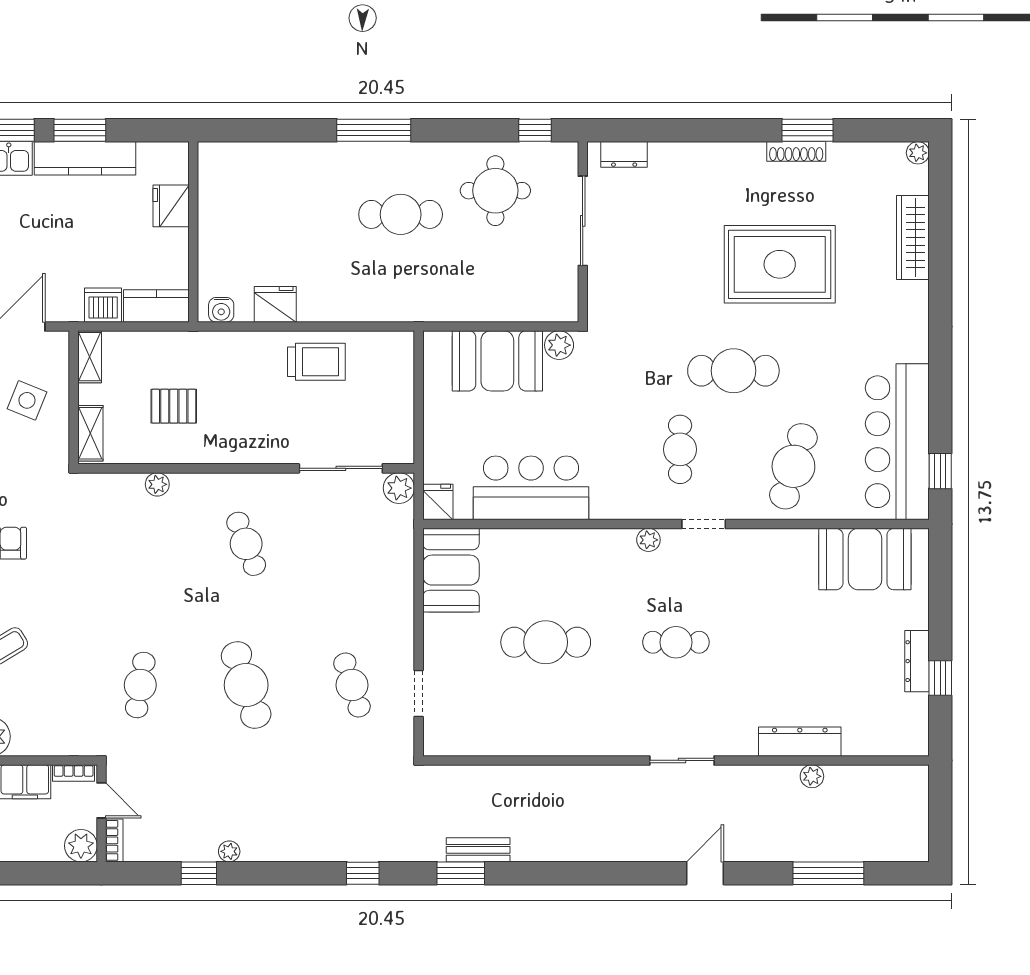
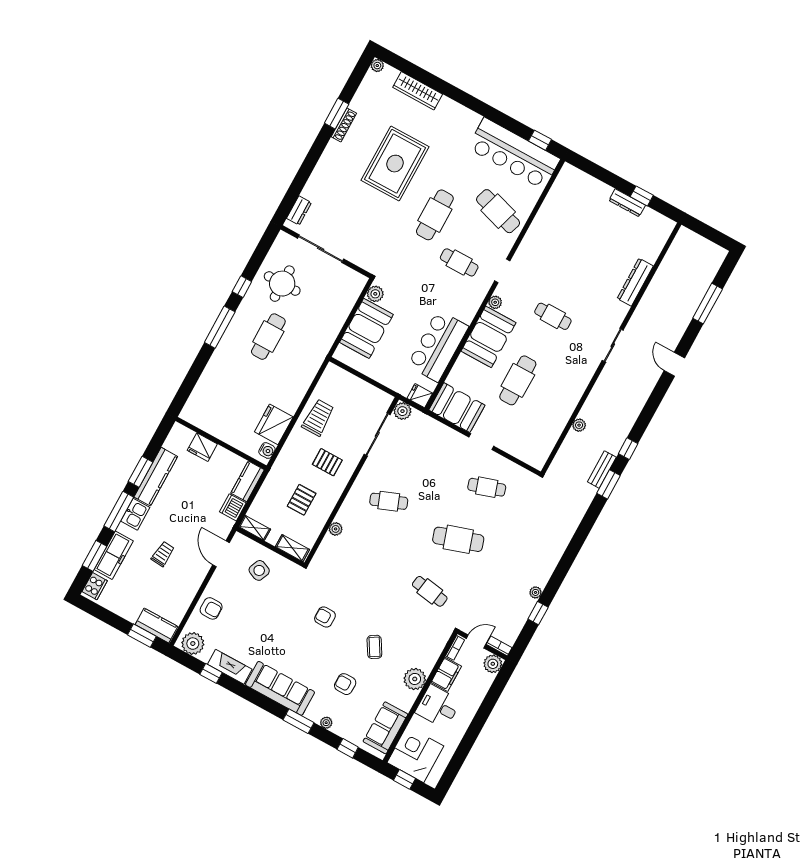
window: (535, 130) -> (242, 287), moved
fridge: (275, 304) -> (274, 424), width x1.36, depth x1.34
pallet: (255, 414) -> (327, 462), added
booth: (865, 559) -> (488, 337), moved
cafe table: (676, 642) -> (553, 316), turned 90
doorway: (419, 694) -> (481, 442), moved
plant: (812, 776) -> (579, 425), moved
window: (363, 873) -> (628, 449), moved

